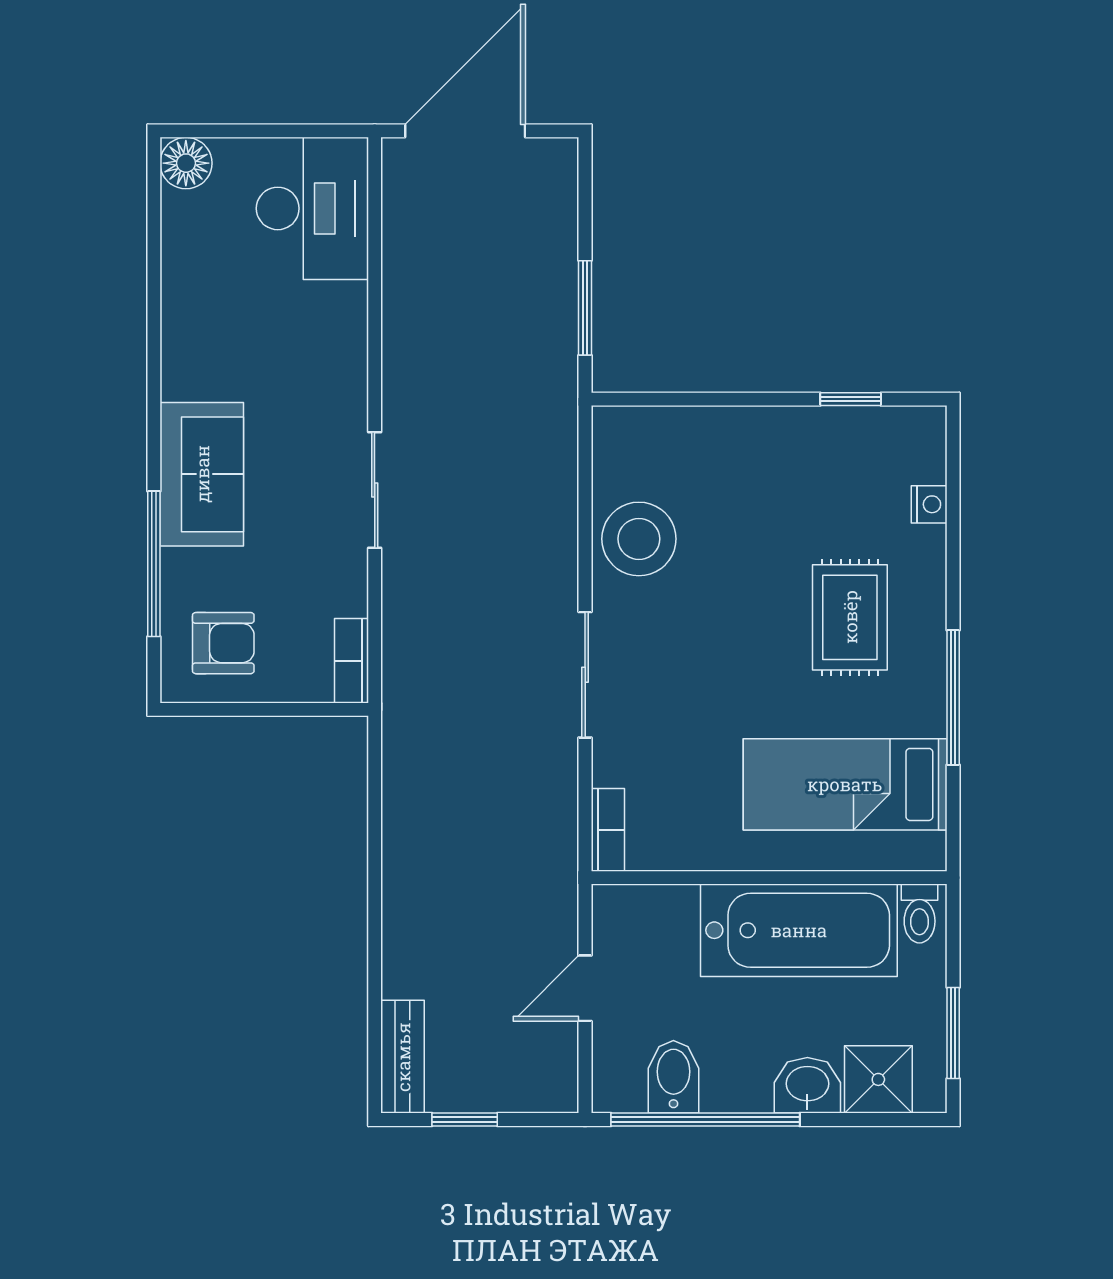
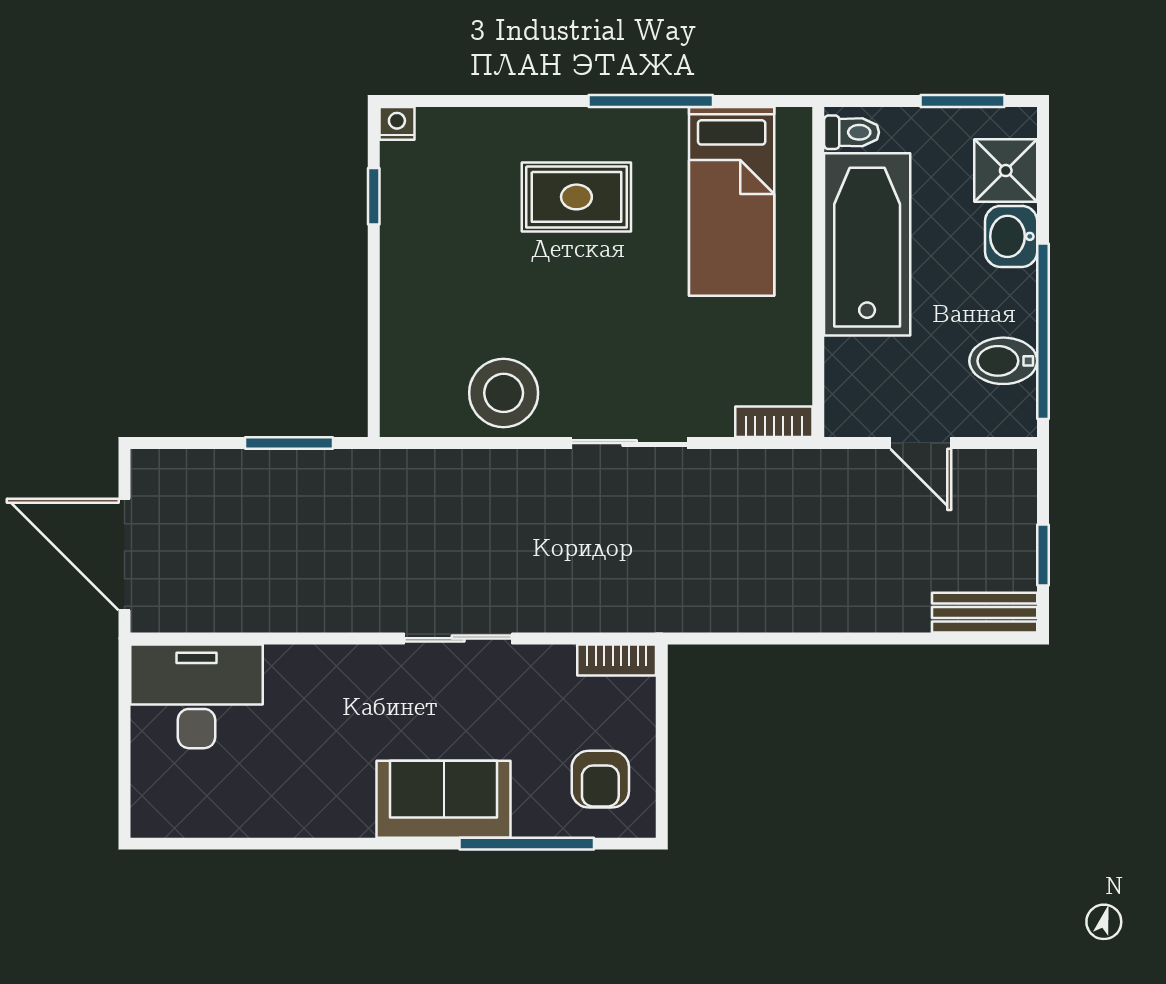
floor lamp: (186, 163) -> (154, 814), removed
nightstand: (929, 504) -> (397, 123), moved
armchair: (223, 643) -> (600, 779), turned 180

